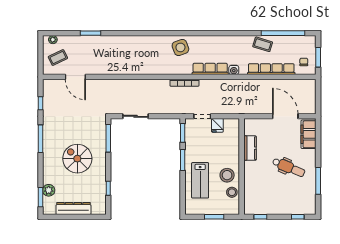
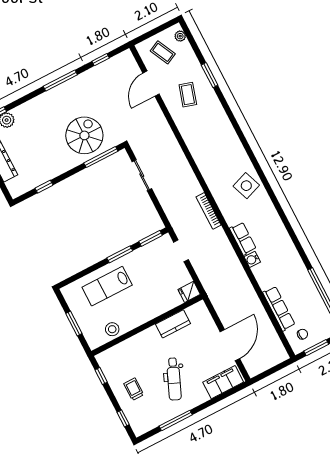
coffee table: (263, 44) -> (188, 95), moved
row of seats: (210, 69) -> (243, 239), width x0.68
row of seats: (271, 69) -> (279, 309), width x0.73
fridge: (217, 125) -> (189, 292), moved
spiral stairs: (77, 159) -> (84, 135), moved
stool: (227, 175) -> (129, 314), removed
trolley: (281, 199) -> (134, 389), added

